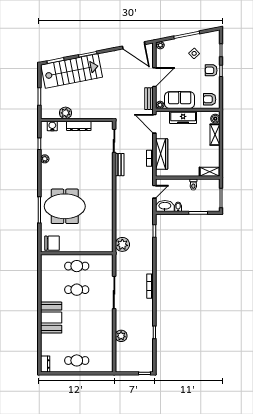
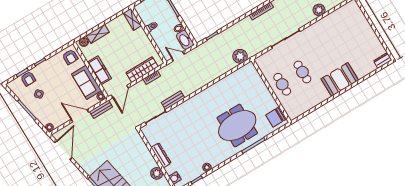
armchair: (211, 70) -> (28, 79), moved
meeting table: (65, 206) -> (237, 126), turned 90
chair: (52, 243) -> (275, 117), turned -90
cafe table: (77, 360) -> (363, 35), removed

